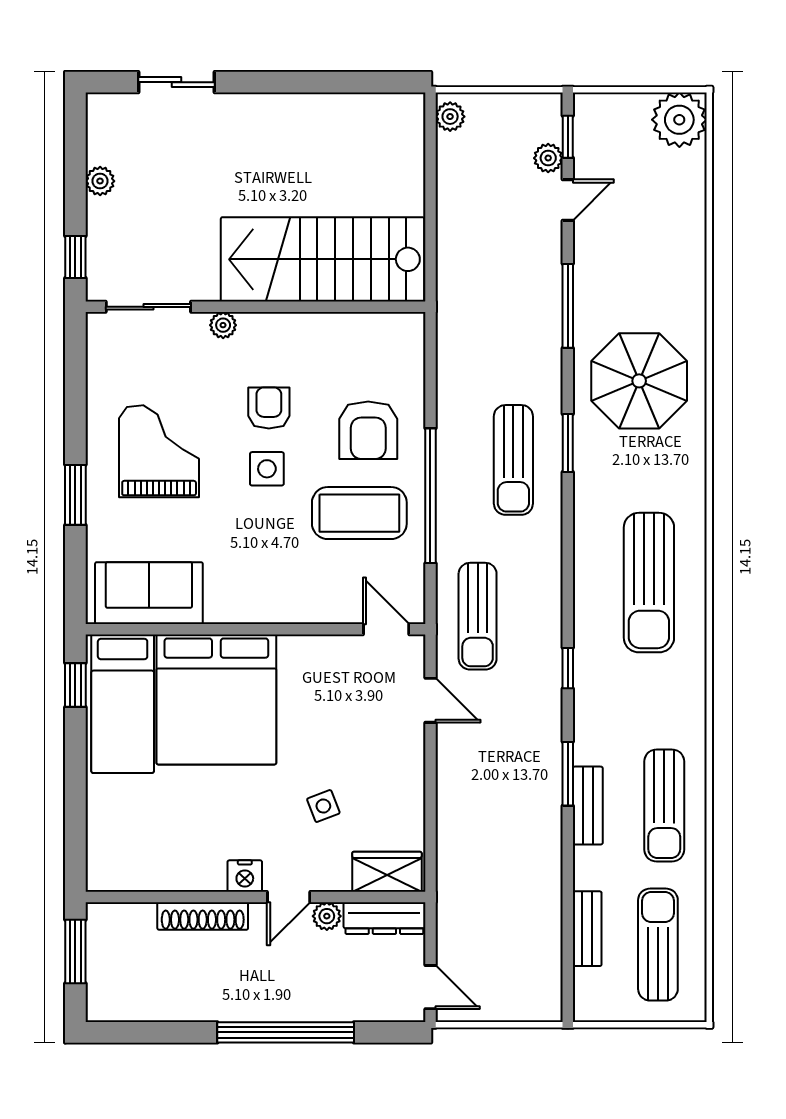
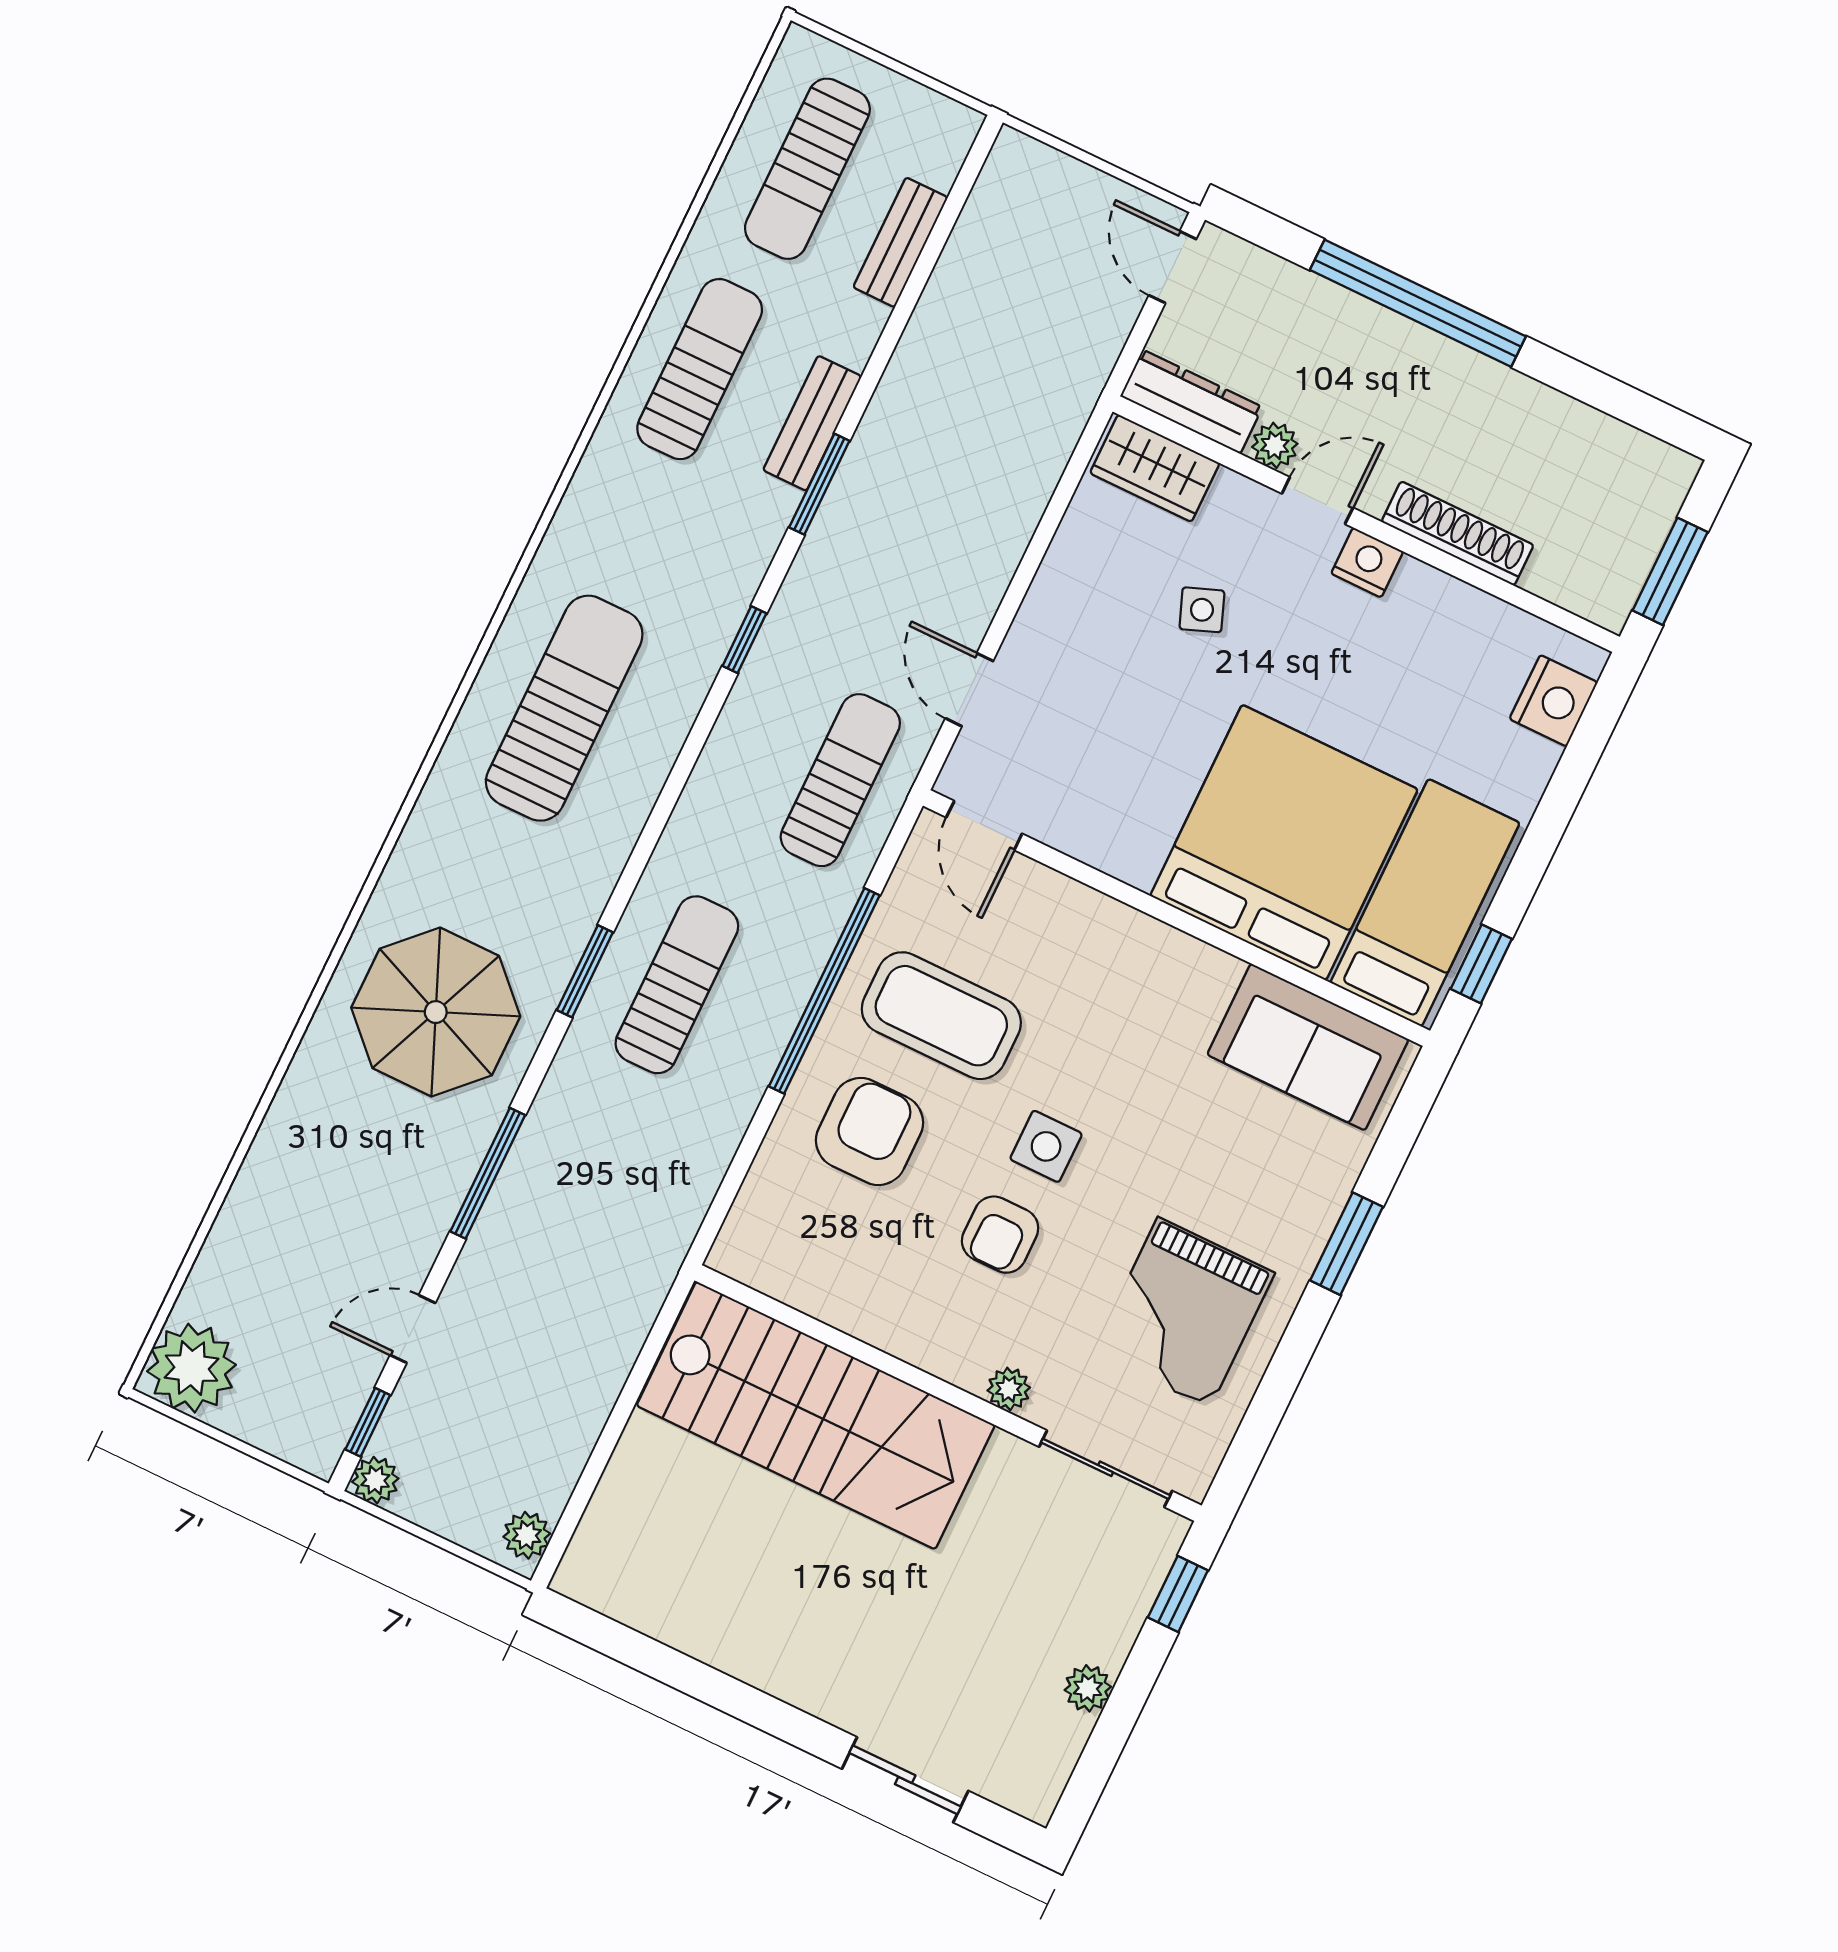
plant: (548, 158) -> (375, 1480), moved
grand piano: (159, 451) -> (1184, 1312), moved
nightstand: (105, 849) -> (1554, 701), added

